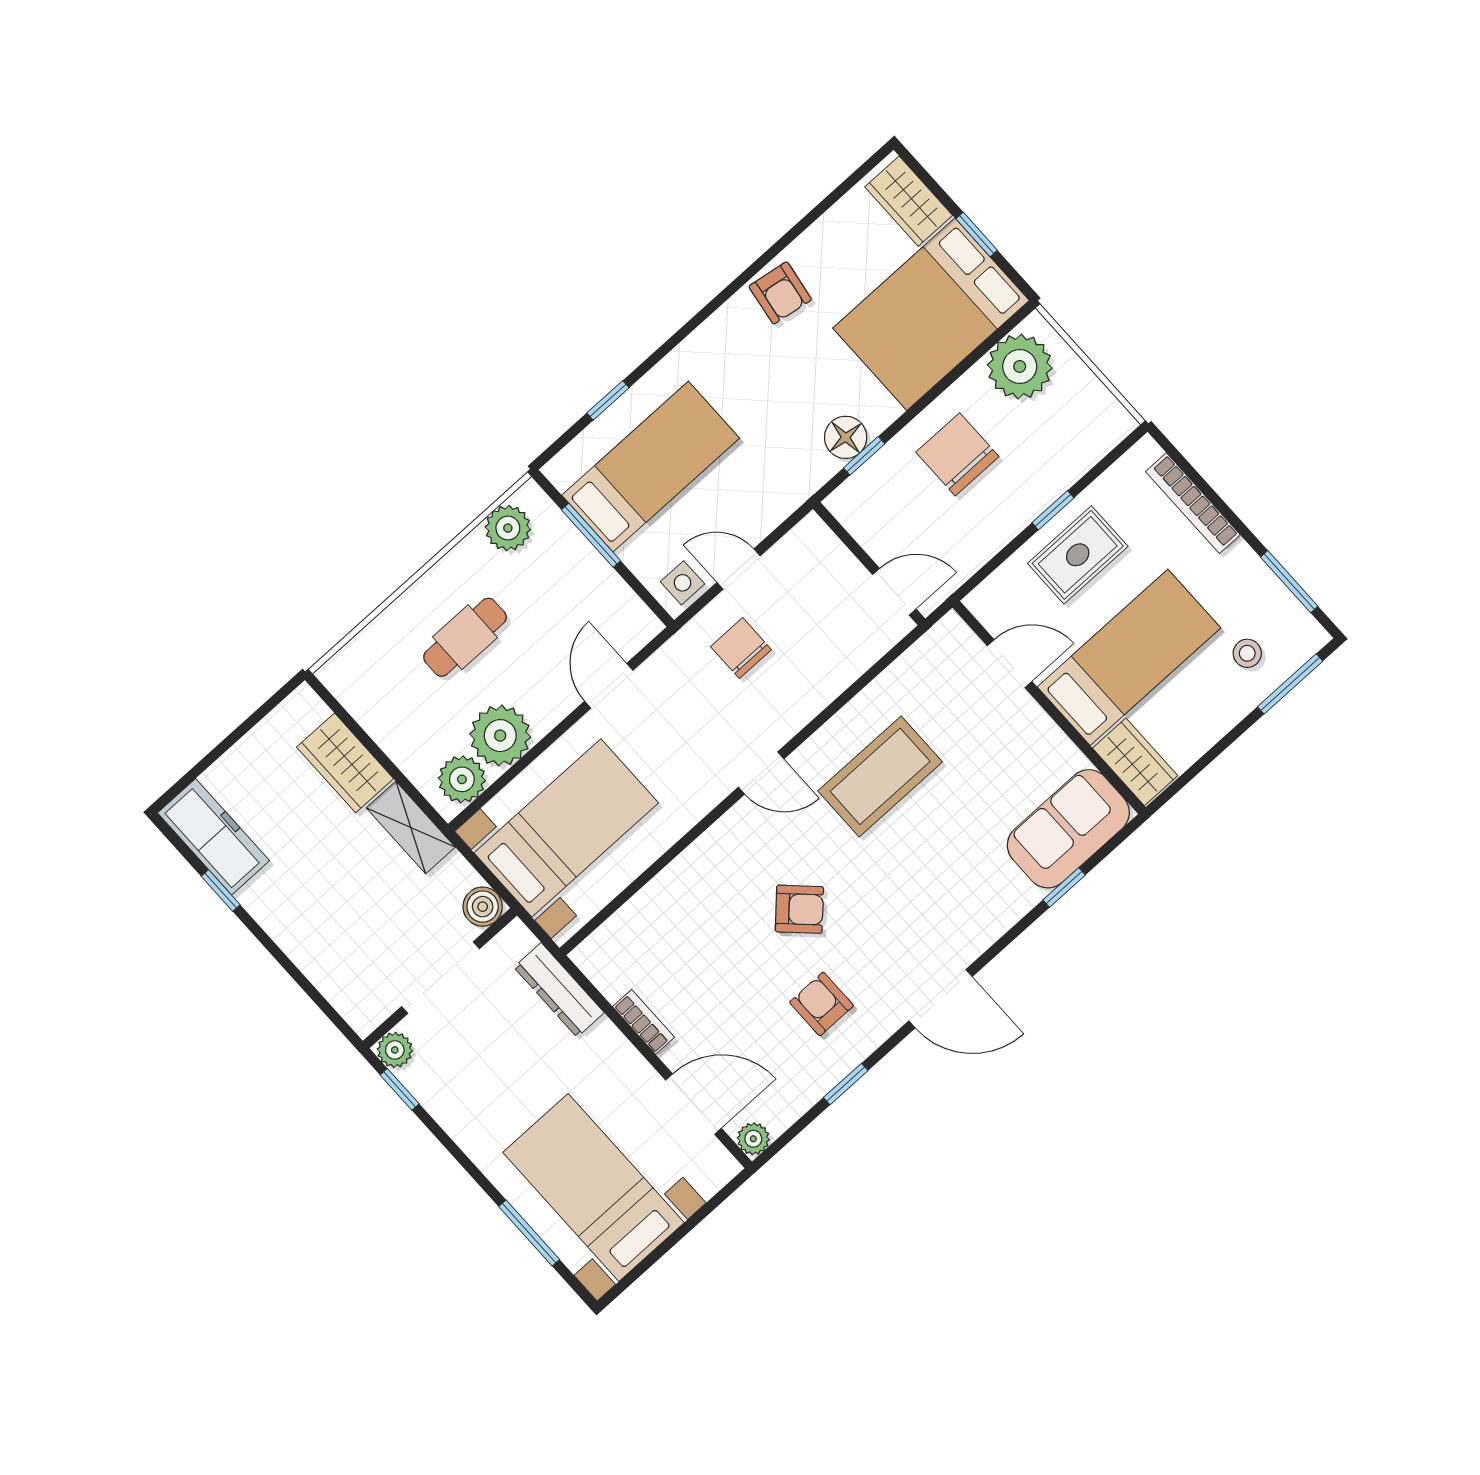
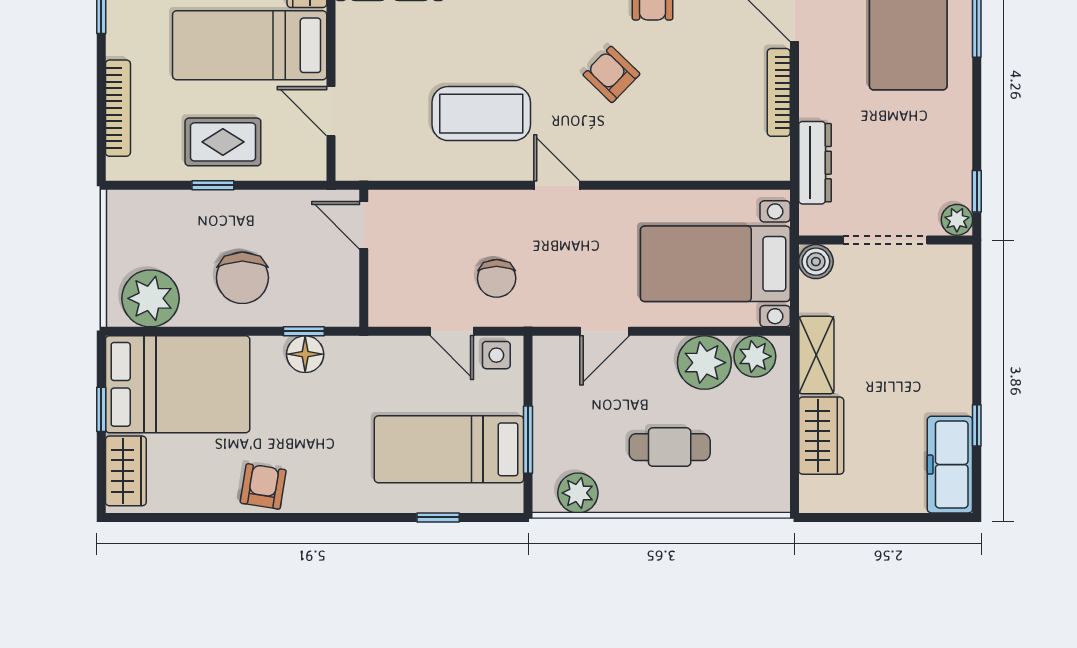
bookcase: (644, 1022) -> (779, 92), width x1.56

